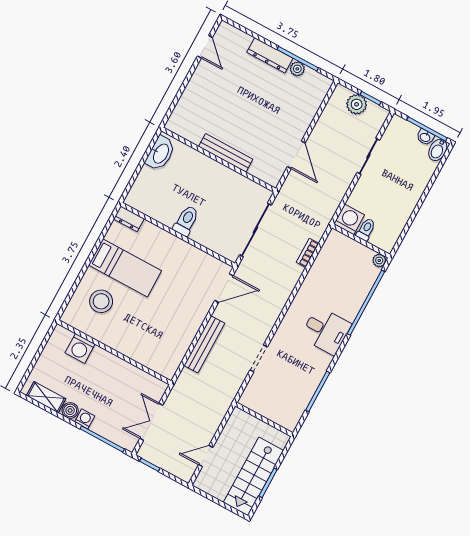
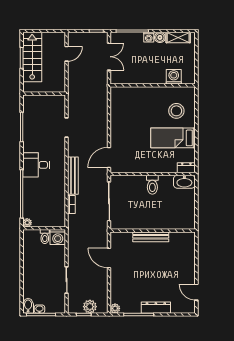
plant: (297, 69) -> (115, 308), moved
washbasin: (160, 153) -> (184, 182), moved, turned -90
bench: (204, 344) -> (73, 176), moved

